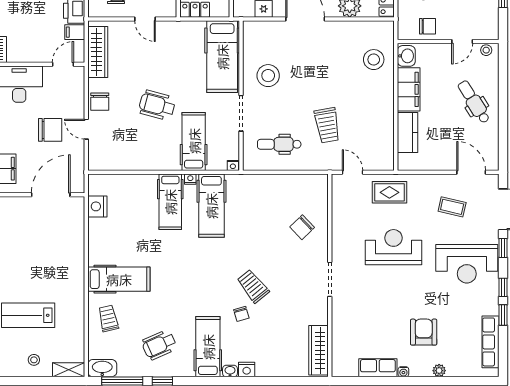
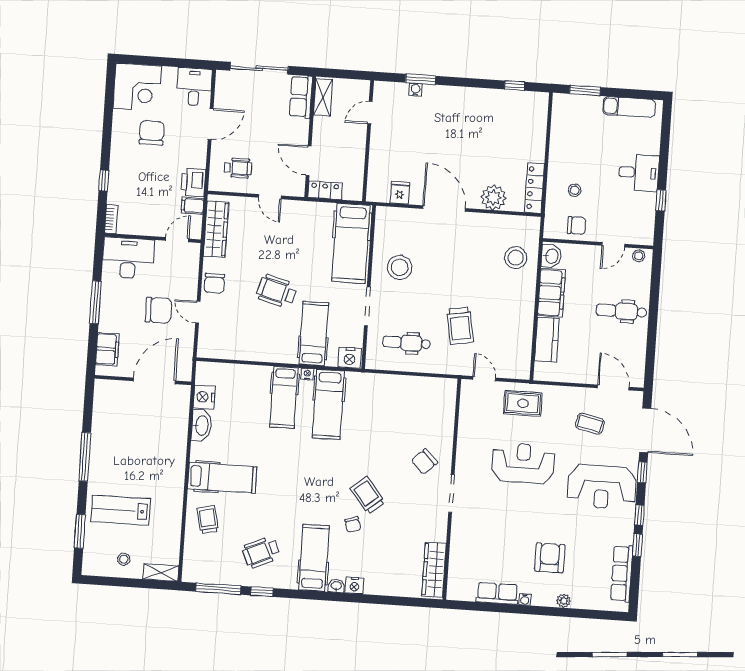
dental chair: (474, 102) -> (621, 311), turned -58
nightstand: (233, 165) -> (350, 358), width x1.89, depth x1.79
chair: (302, 227) -> (424, 462), moved
washbasin: (102, 368) -> (201, 426), moved, turned 90

